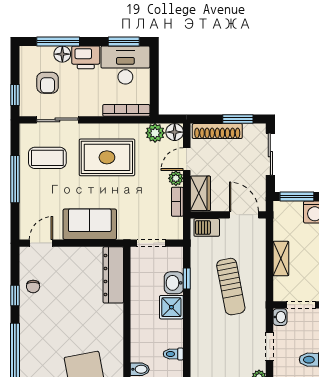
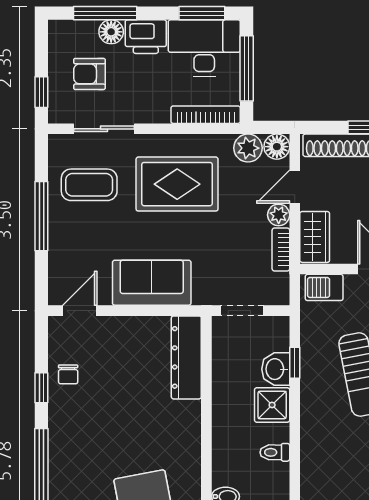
window: (154, 79) -> (247, 68), added
armchair: (48, 83) -> (89, 74), turned 90
toilet: (173, 354) -> (275, 452), moved

